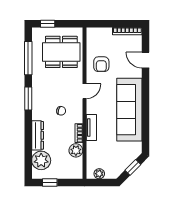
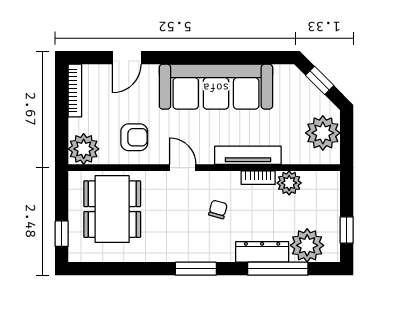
plant: (95, 36) -> (84, 149), added
window: (28, 58) -> (278, 269), moved
tv unit: (91, 127) -> (248, 155), width x1.41
plant: (99, 174) -> (323, 133), width x1.88, depth x1.88

